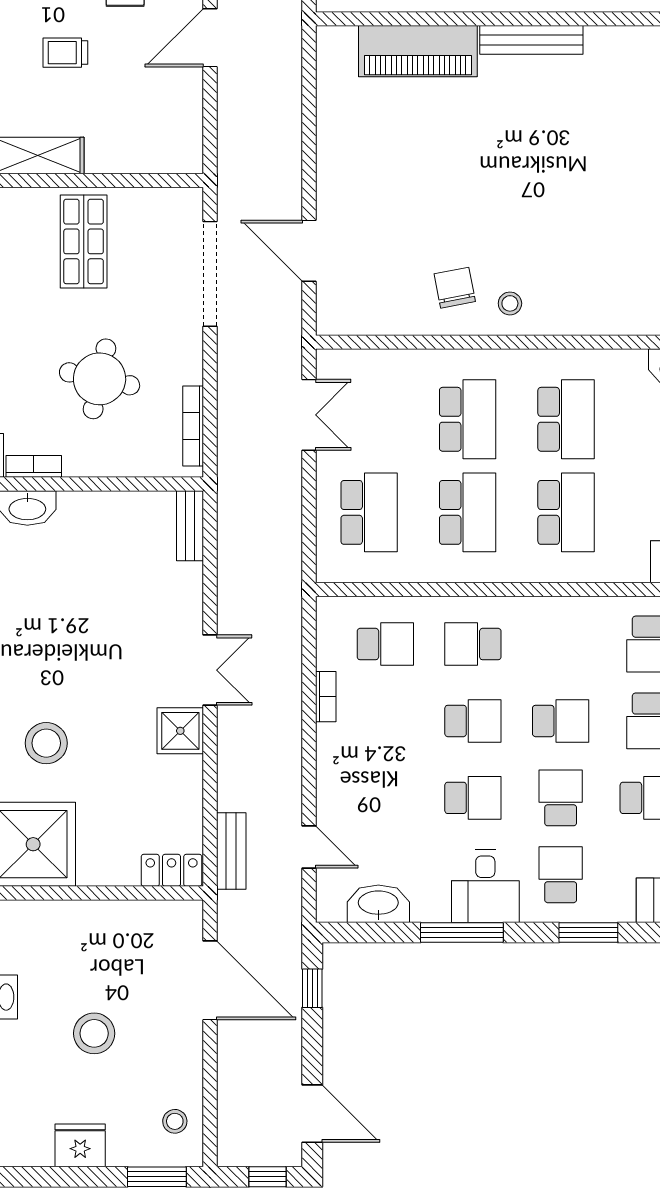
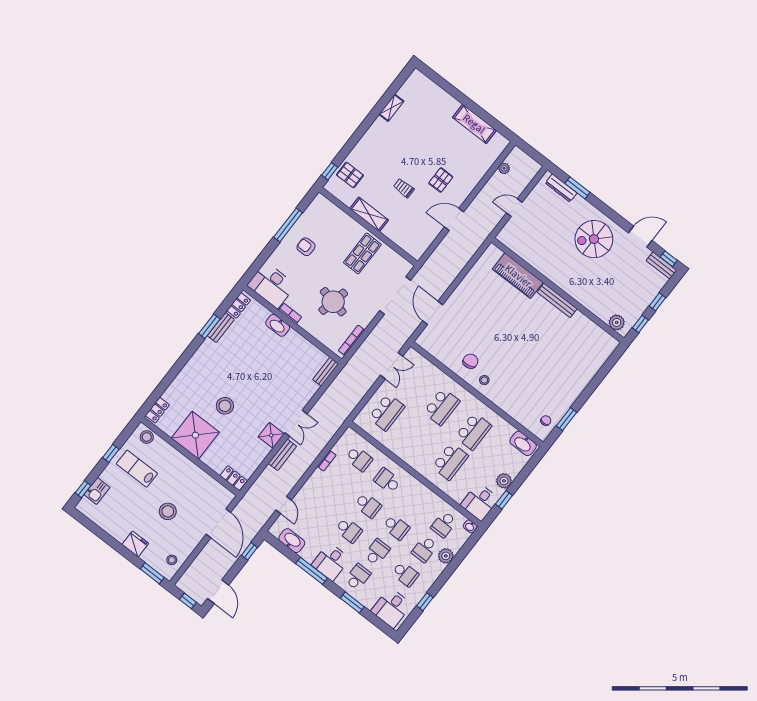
school desk: (468, 512) -> (418, 437), removed
bench: (231, 851) -> (282, 455), moved

